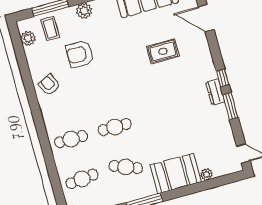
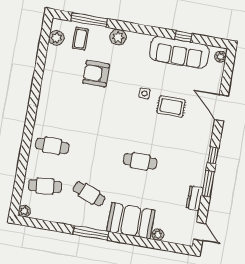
door: (206, 18) -> (221, 108), moved
side table: (133, 51) -> (144, 93), added
armchair: (49, 85) -> (56, 88), removed
dresser: (215, 92) -> (195, 198), moved
cafe table: (115, 127) -> (140, 161), moved

